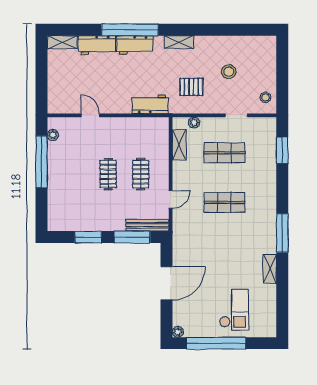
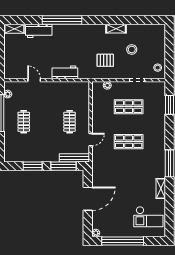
shelving: (179, 42) -> (116, 29), moved
workbench: (135, 45) -> (65, 31), removed
workbench: (150, 104) -> (65, 72), moved
shelving: (179, 145) -> (97, 101), removed
clothes rail: (108, 174) -> (24, 122), moved
checkout: (234, 310) -> (148, 217), moved, turned 90

